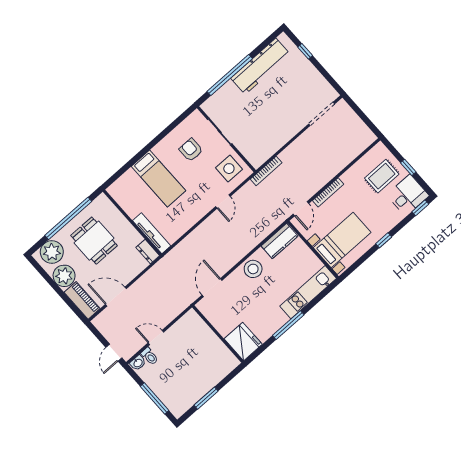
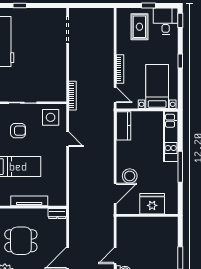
armchair: (191, 150) -> (18, 131), turned 180
tv unit: (152, 233) -> (29, 201), moved
stool: (253, 269) -> (130, 176), moved
door: (212, 288) -> (115, 194), swing flipped
fridge: (243, 341) -> (152, 204), moved

